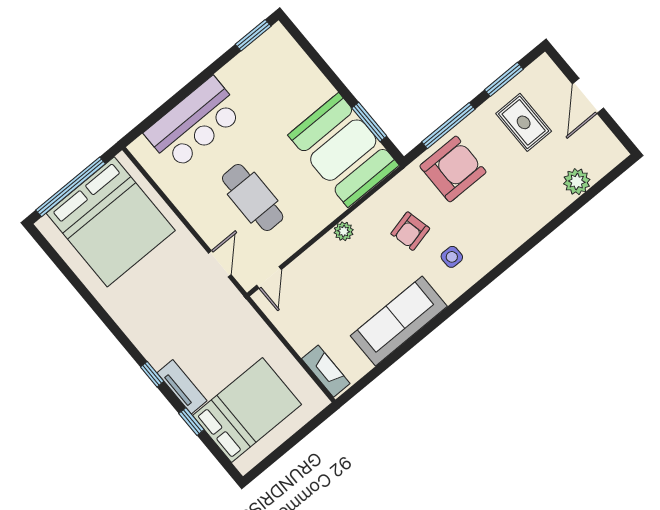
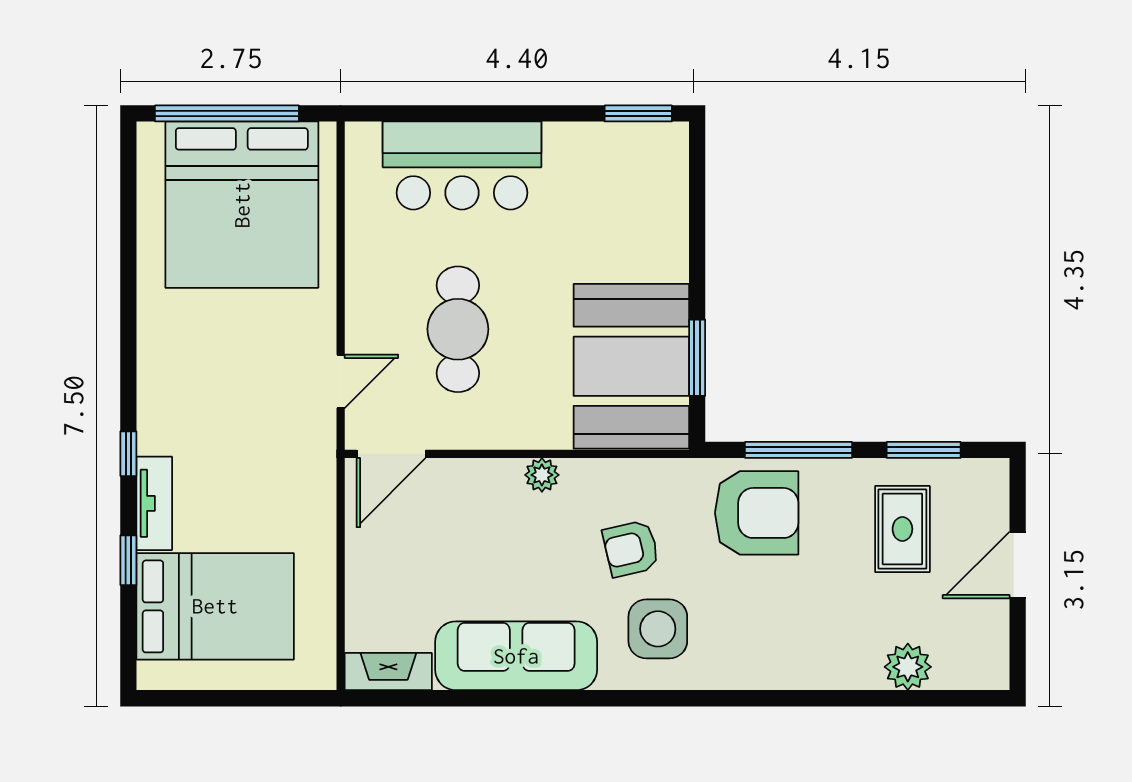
side table: (452, 257) -> (658, 629), width x1.87, depth x1.87
door: (269, 277) -> (391, 454), width x1.37
fireplace: (326, 371) -> (388, 672), moved, turned -90

